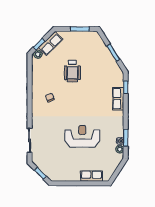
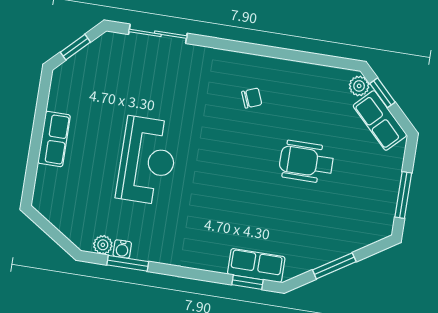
row of seats: (118, 99) -> (256, 265), moved
row of seats: (91, 176) -> (54, 139), moved

